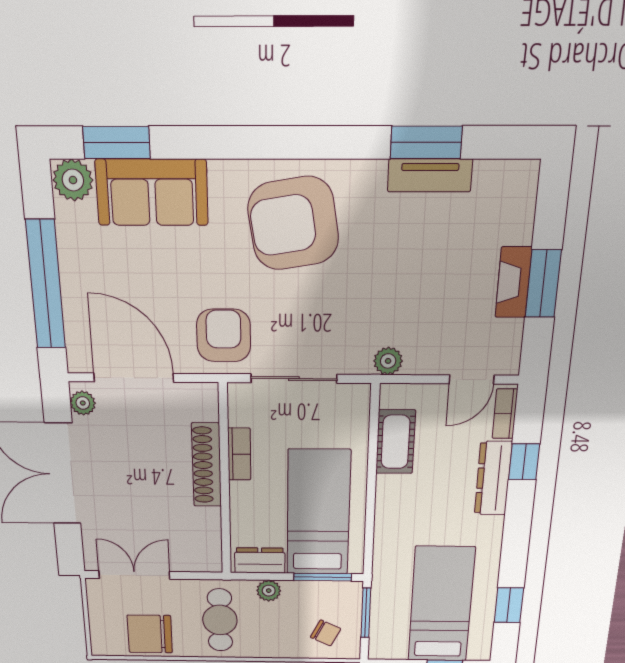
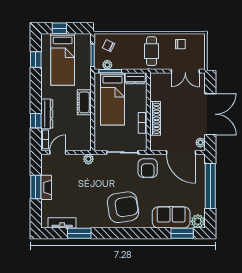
tv unit: (430, 175) -> (62, 223), moved
cot: (395, 442) -> (84, 102), moved
plant: (269, 591) -> (107, 65), moved
chair: (150, 634) -> (180, 44), width x0.54, depth x0.54

